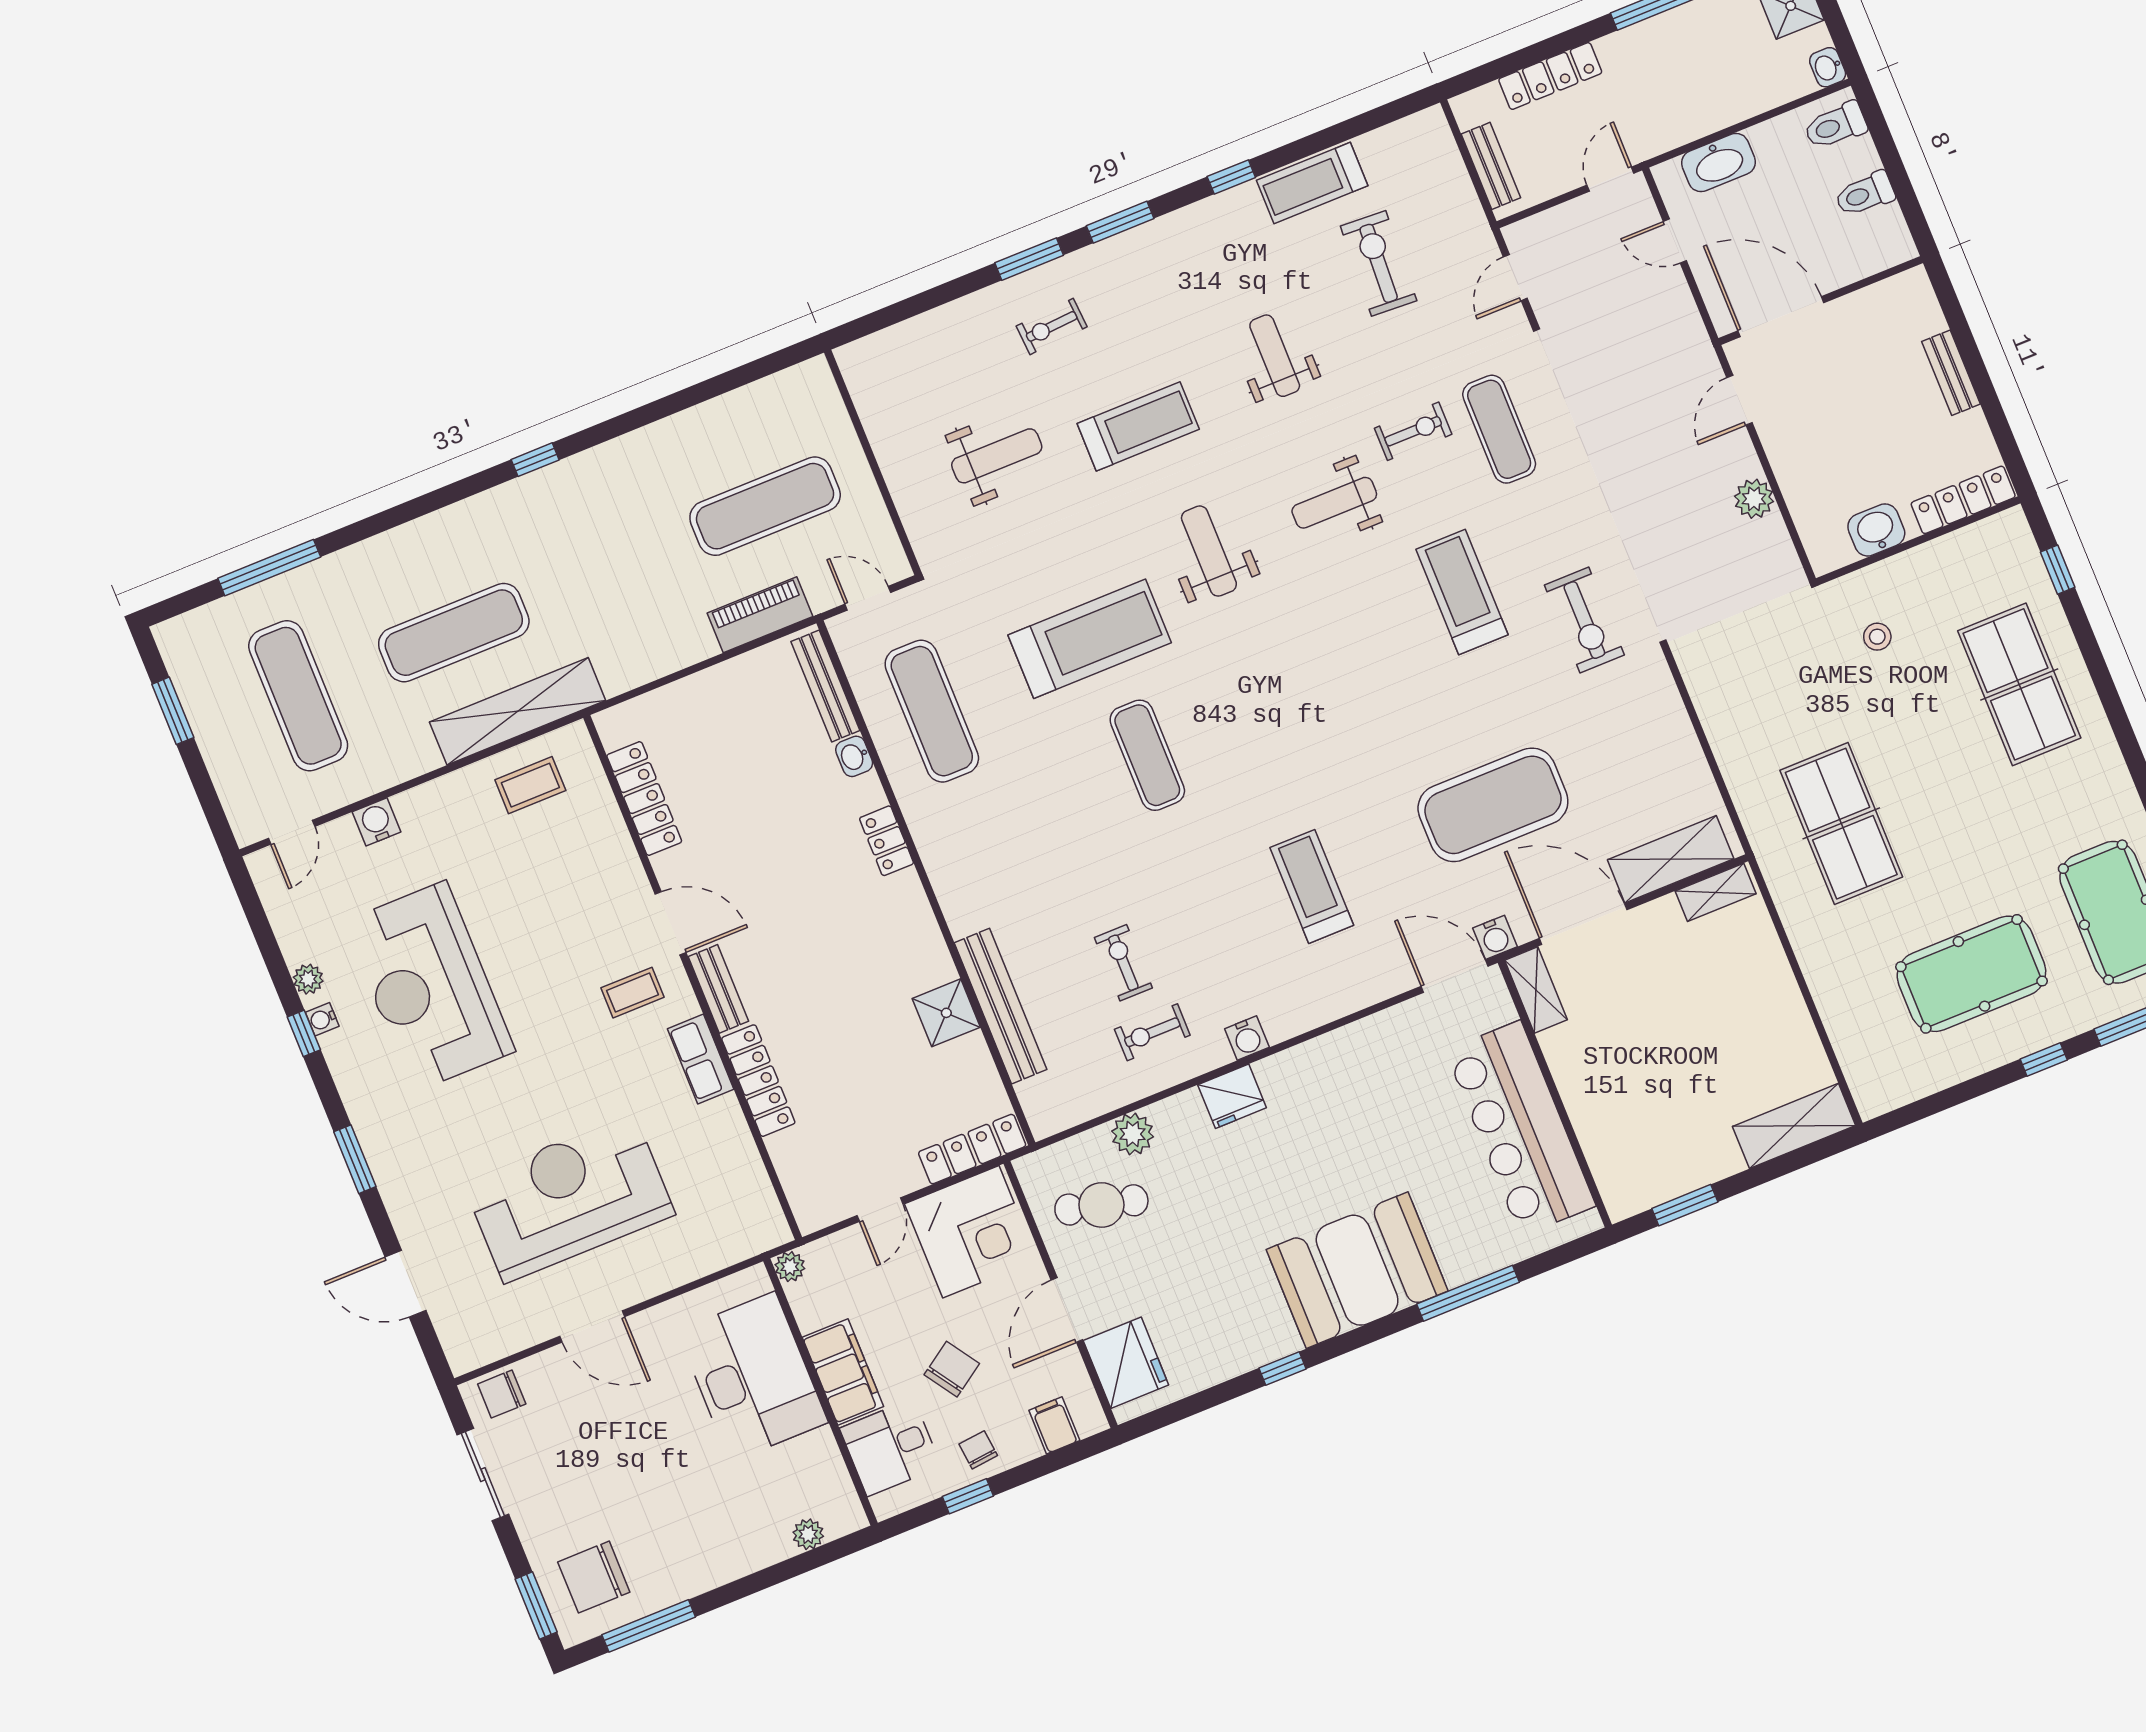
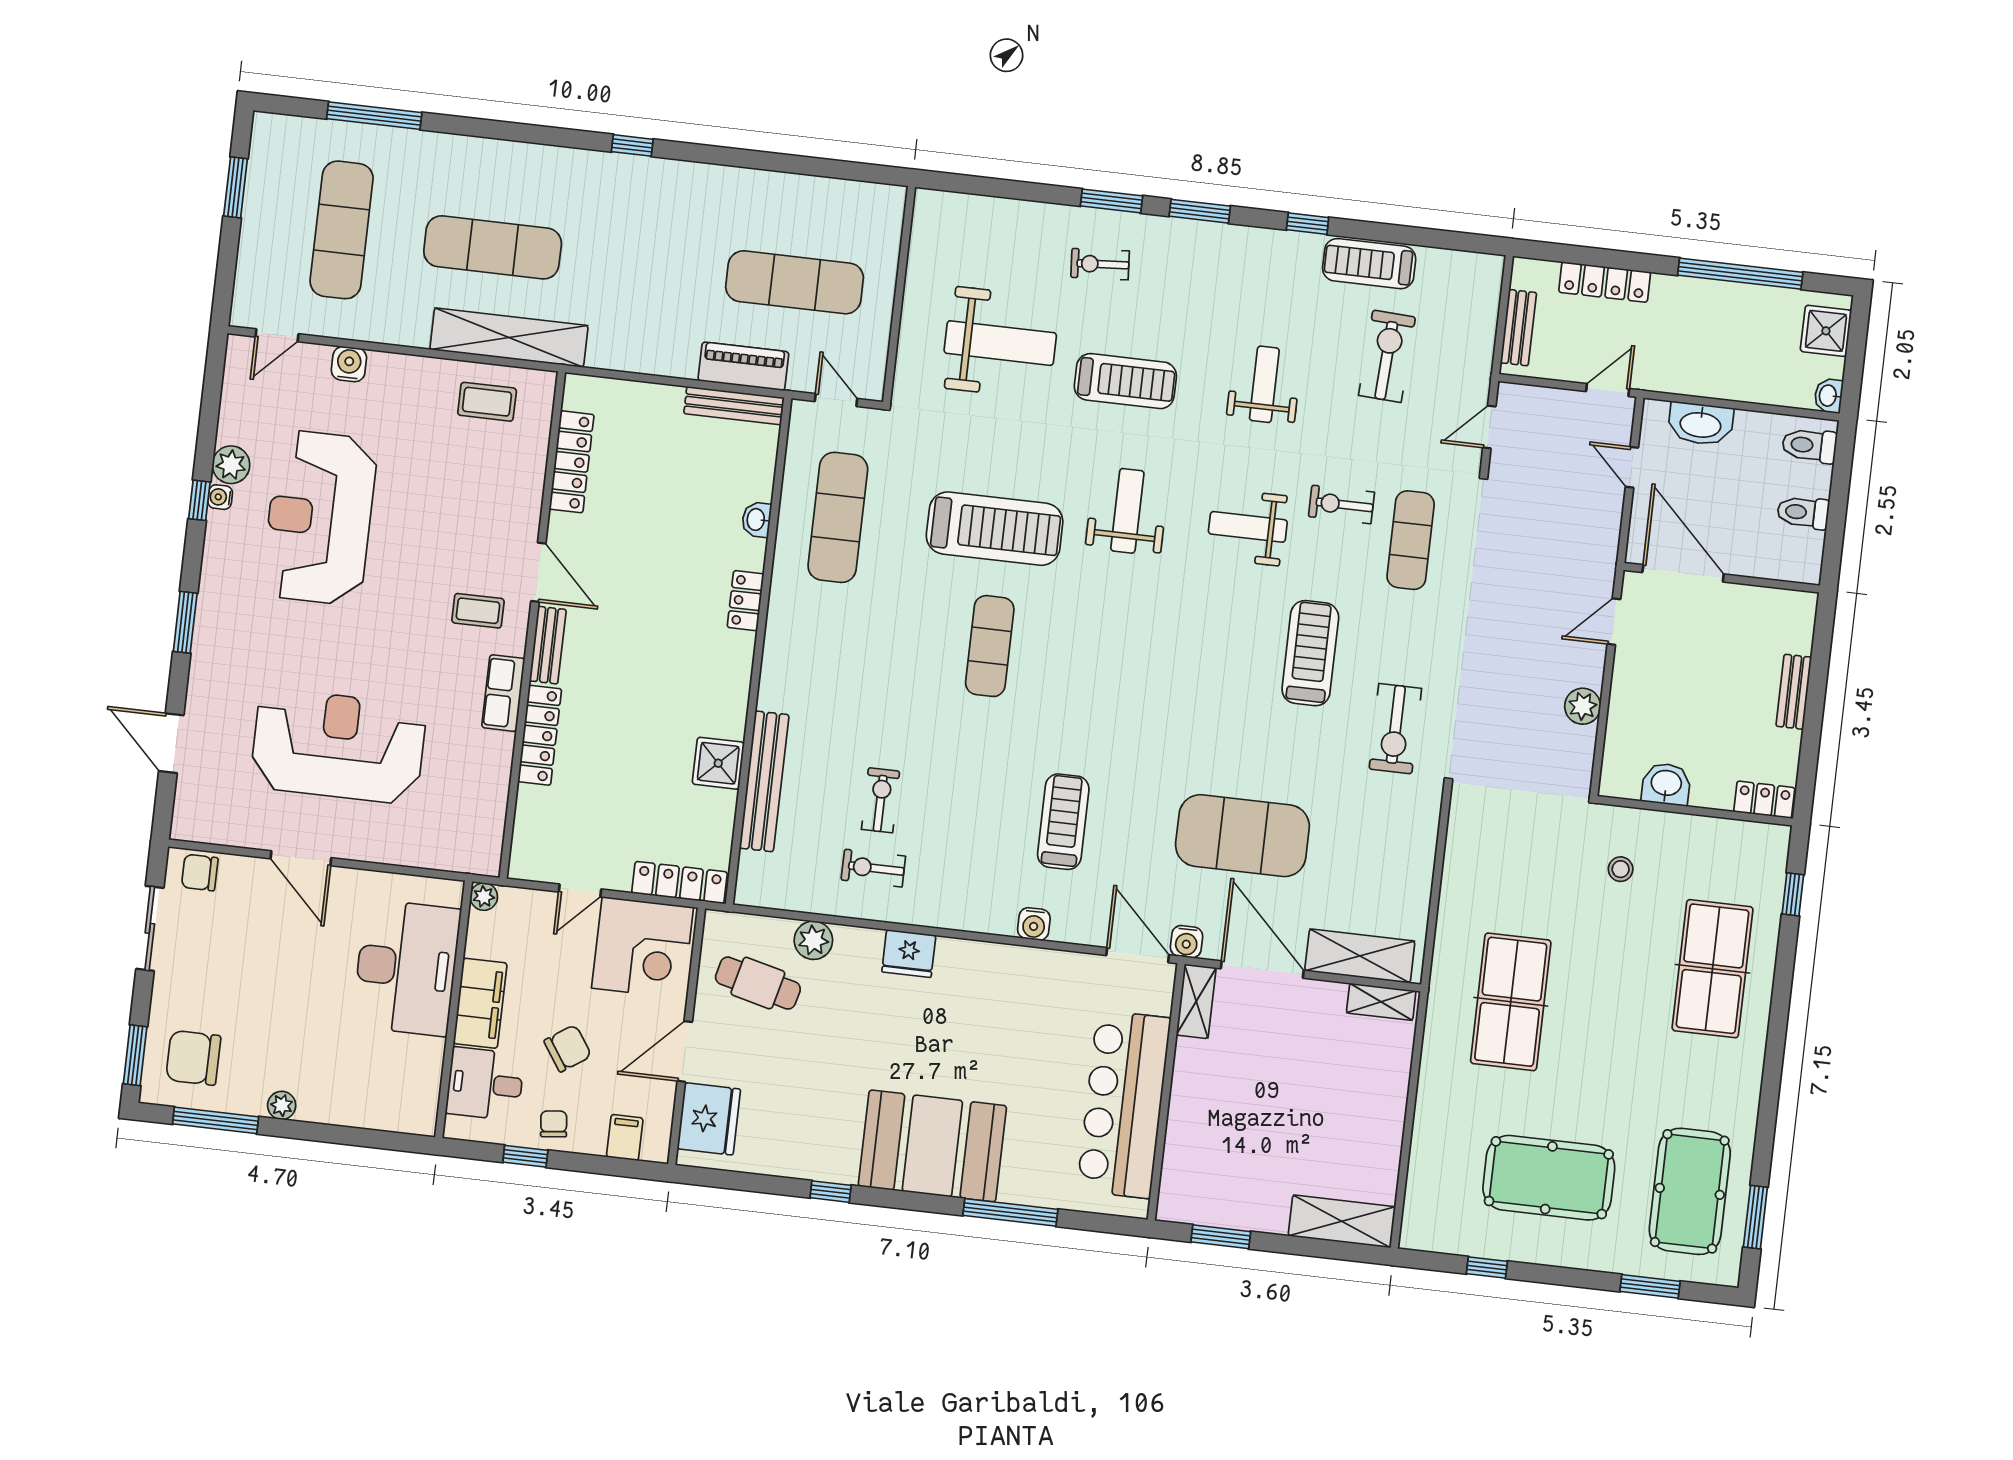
exercise bike: (1413, 431) -> (1341, 504), turned 180
weight bench: (997, 456) -> (1000, 343), width x1.36, depth x1.33
locker: (1963, 500) -> (1764, 800), width x0.66
bench: (825, 686) -> (734, 405), moved, turned 90
plant: (308, 979) -> (231, 465), width x1.38, depth x1.38
water cooler: (1247, 1038) -> (1034, 924), moved
window: (2044, 1059) -> (1487, 1268), moved
plant: (808, 1534) -> (282, 1105), moved

